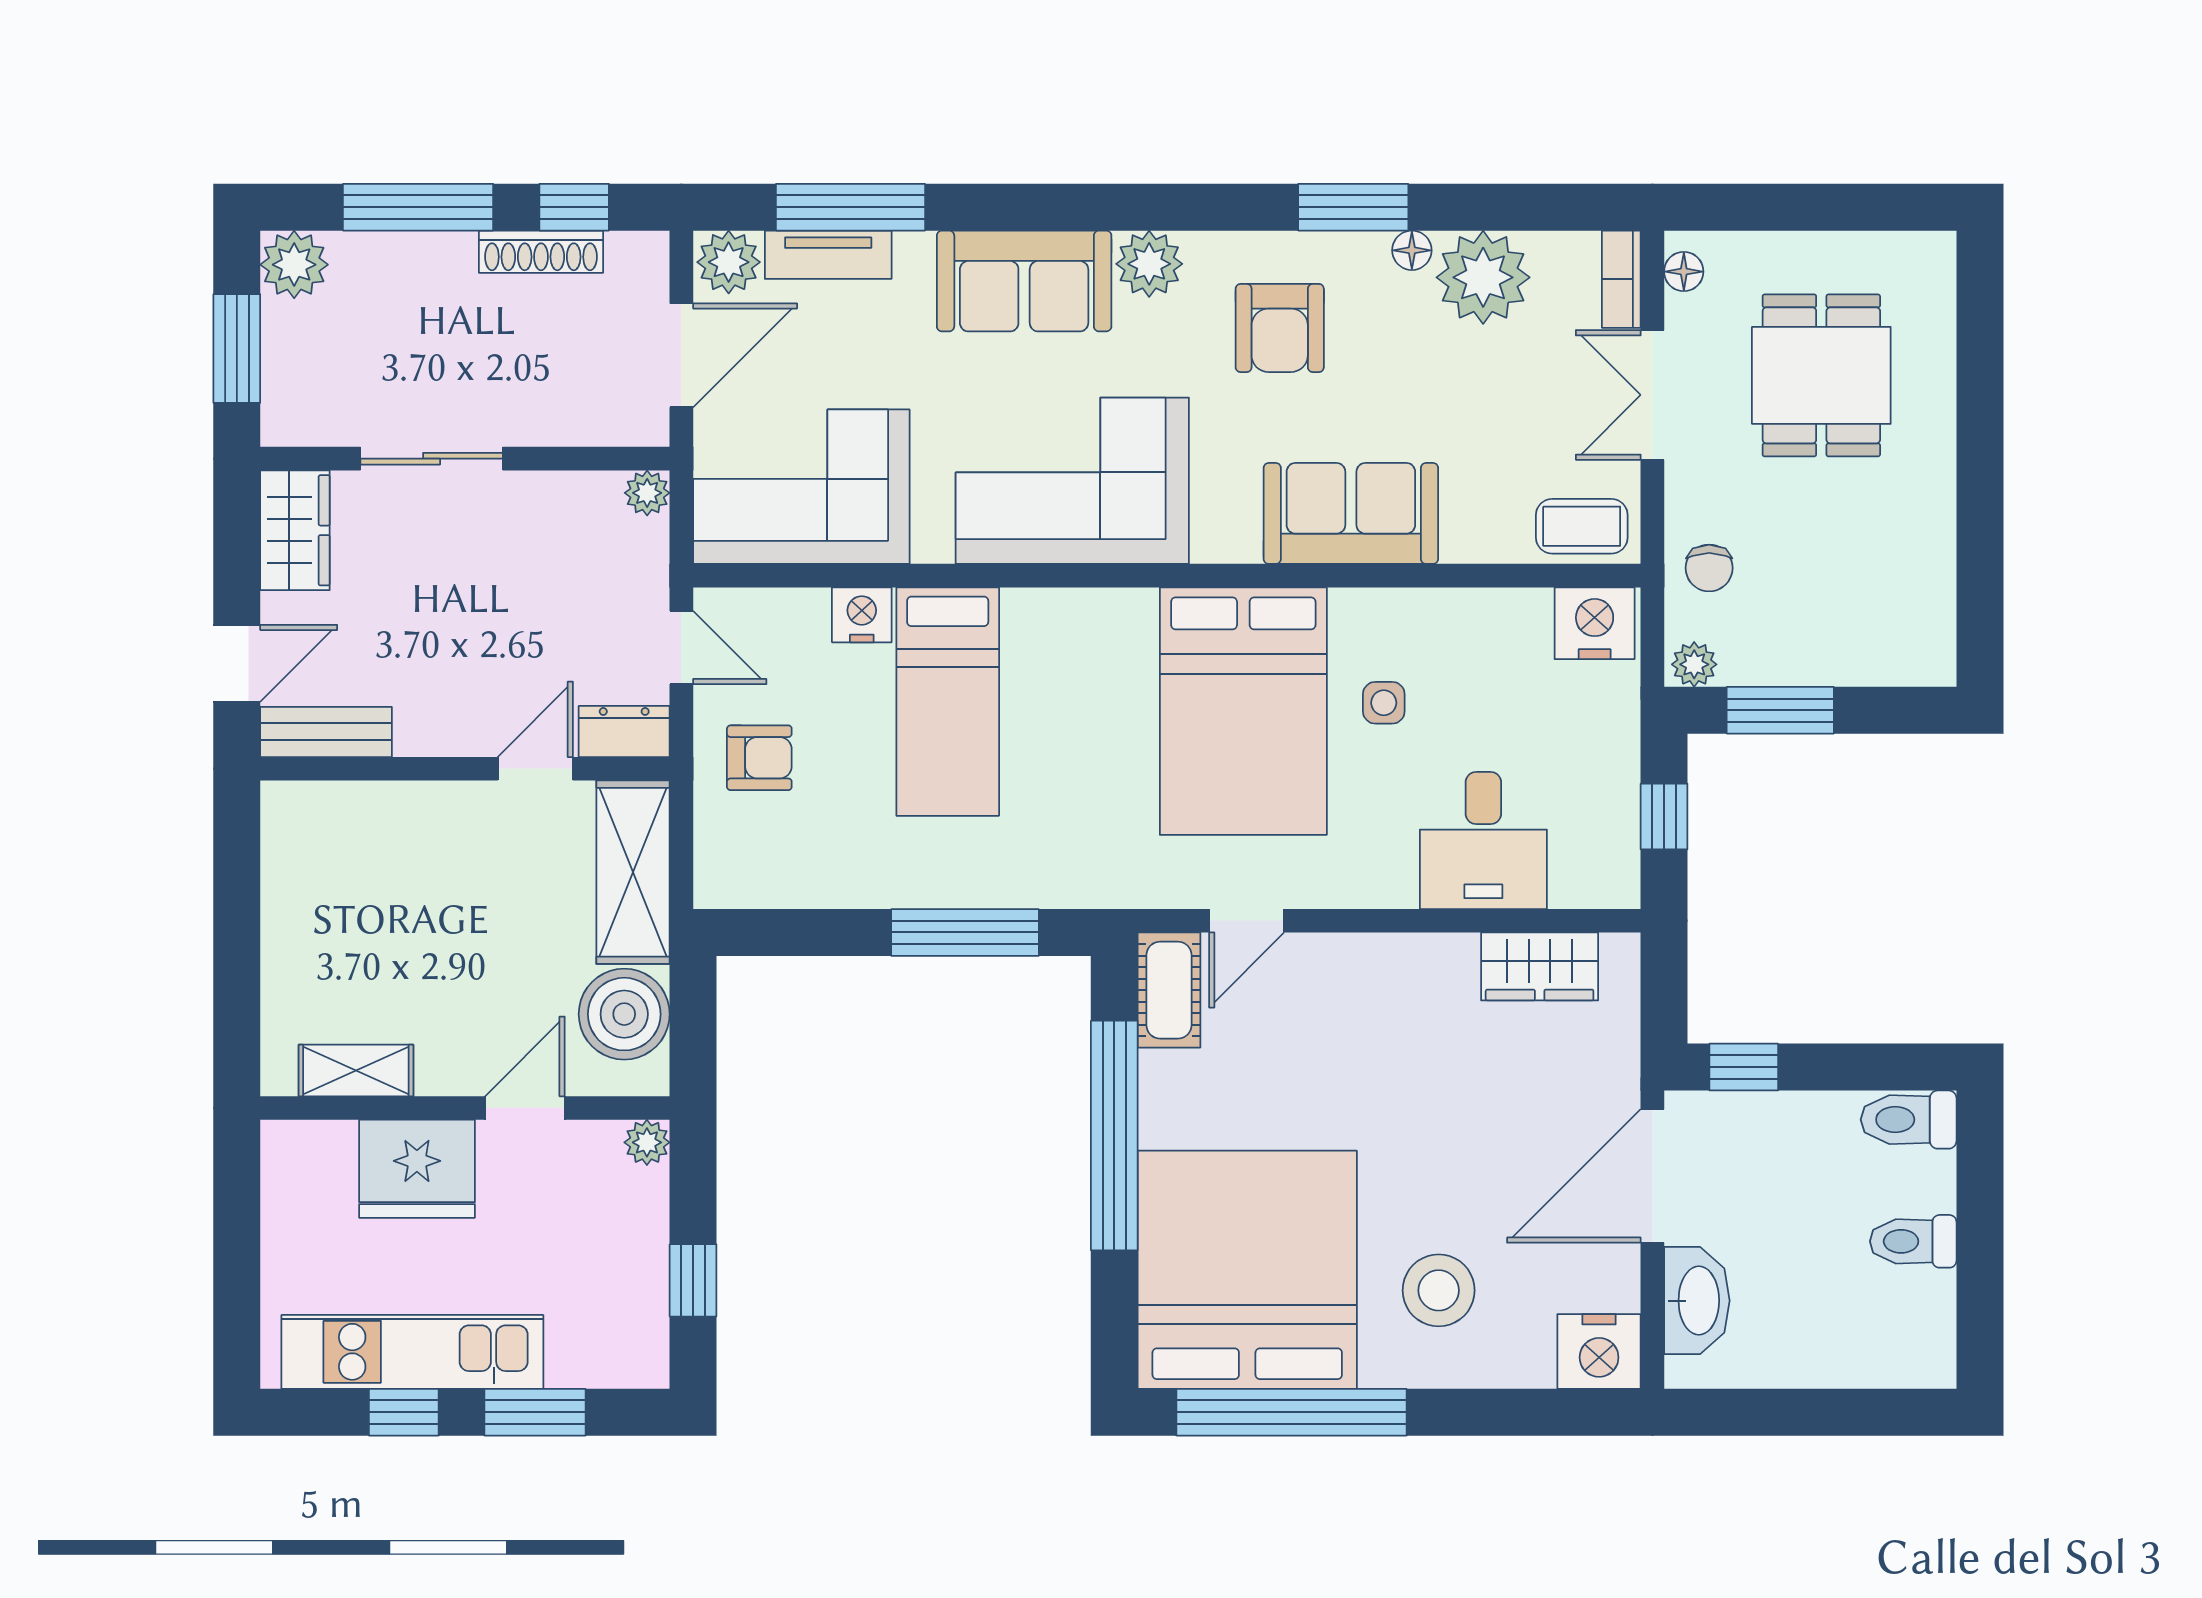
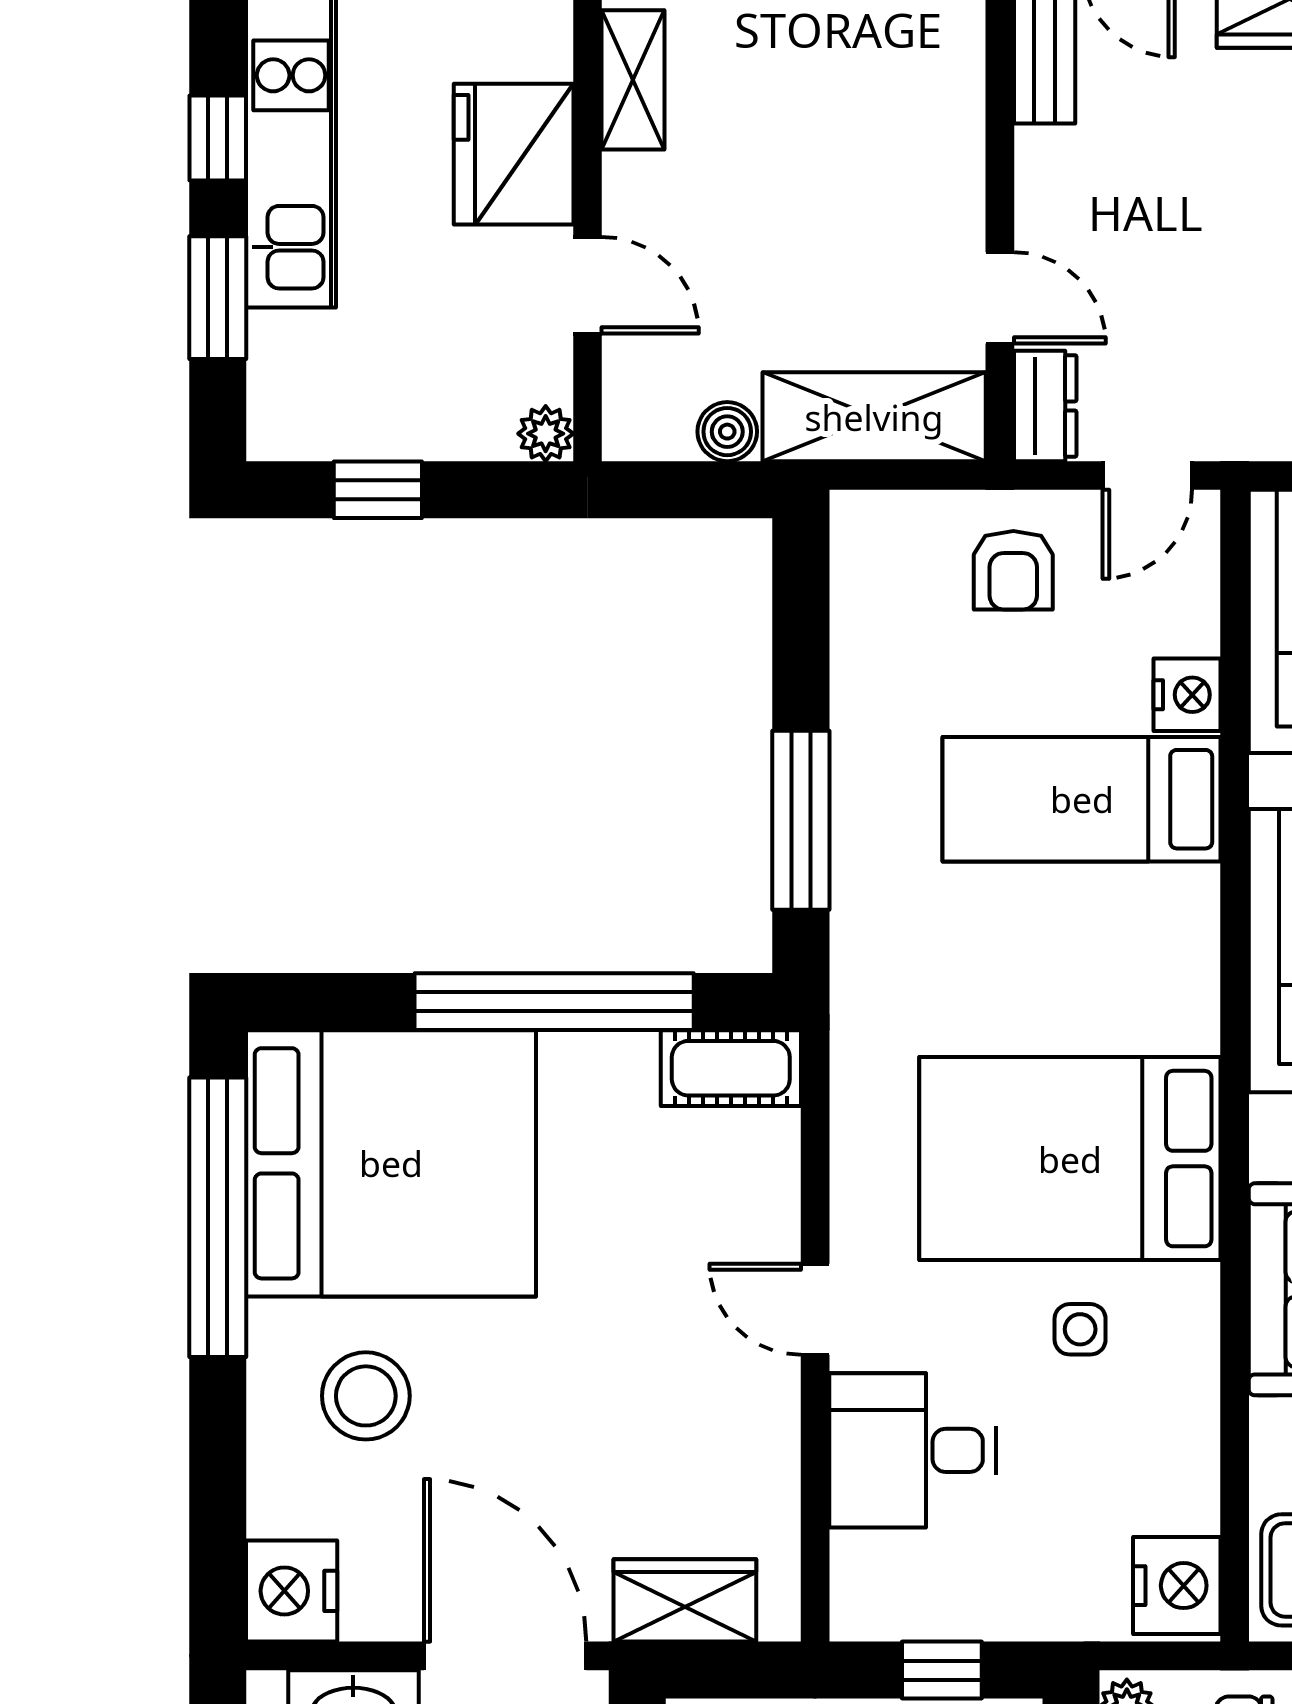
door: (1247, 921) -> (815, 1309), moved
wardrobe: (1540, 966) -> (685, 1600), moved, turned 90
boiler: (624, 1014) -> (727, 432), width x0.54, depth x0.54

